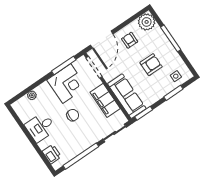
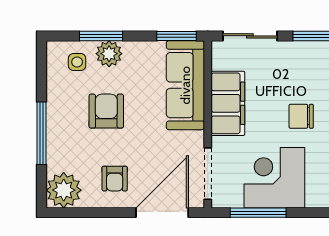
armchair: (151, 65) -> (106, 111), turned 90
plant: (165, 88) -> (109, 54), added

